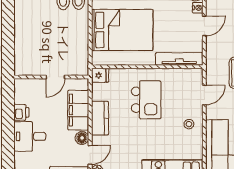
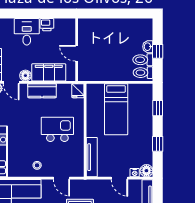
bed: (122, 30) -> (116, 109), width x0.67
kitchen island: (146, 100) -> (57, 129), turned 180

